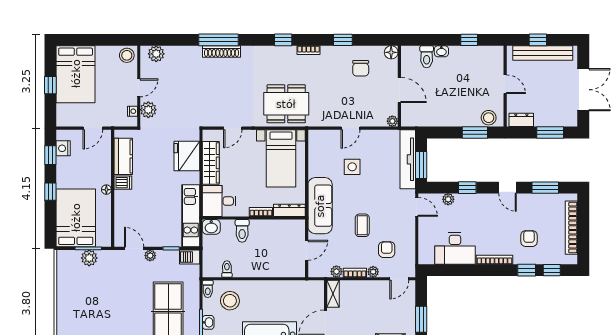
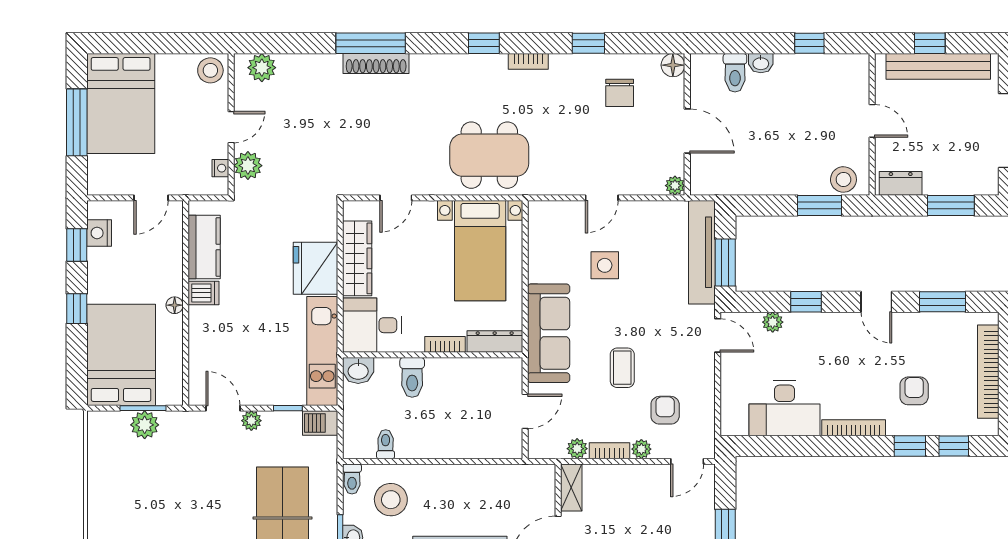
window: (50, 85) -> (77, 122), width x2.17
fridge: (187, 156) -> (315, 268), moved

